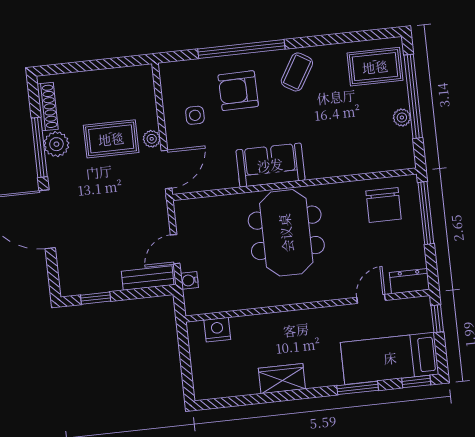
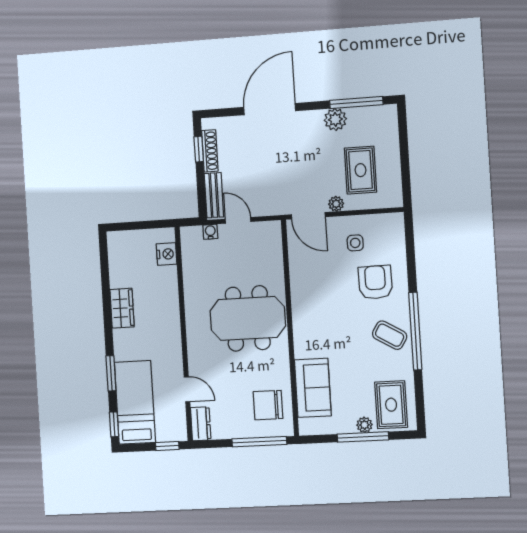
window: (241, 49) -> (415, 331), moved
window: (413, 96) -> (363, 437), width x0.68
shoe rack: (48, 107) -> (210, 151), moved, turned -90
plant: (402, 118) -> (364, 425), moved
rug: (111, 139) -> (360, 170), moved
window: (39, 147) -> (356, 102), moved
sofa: (270, 165) -> (313, 388), moved

